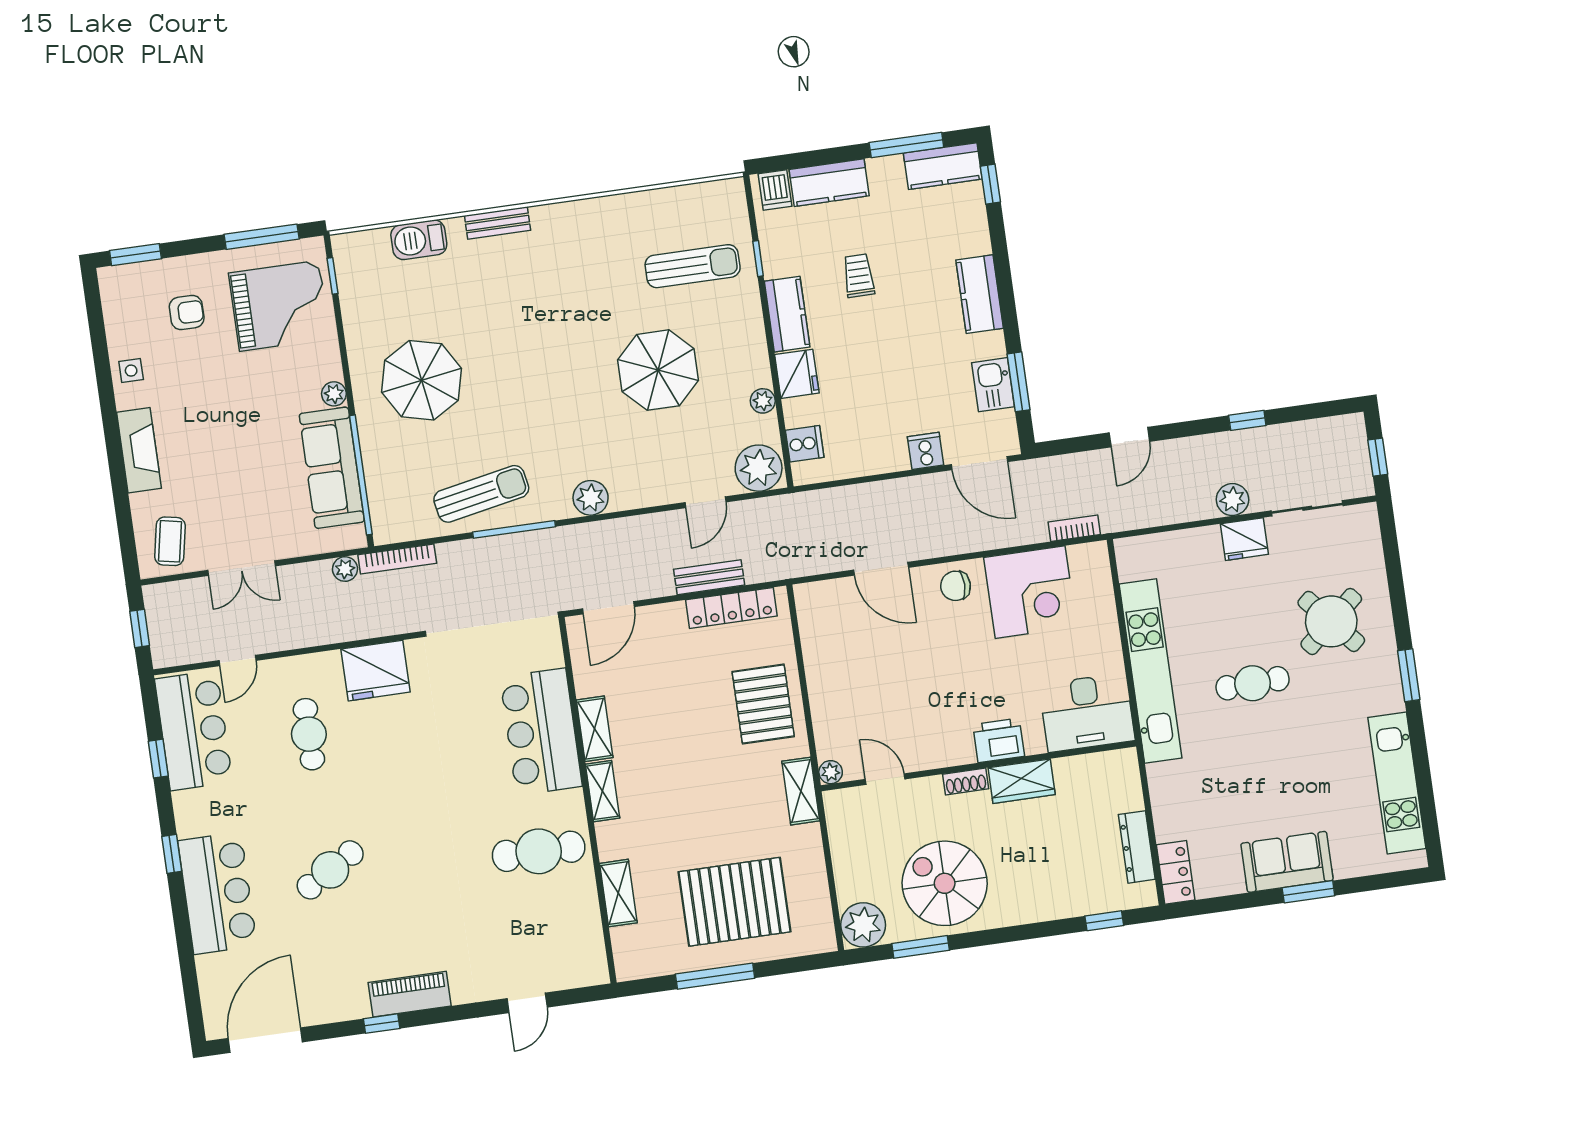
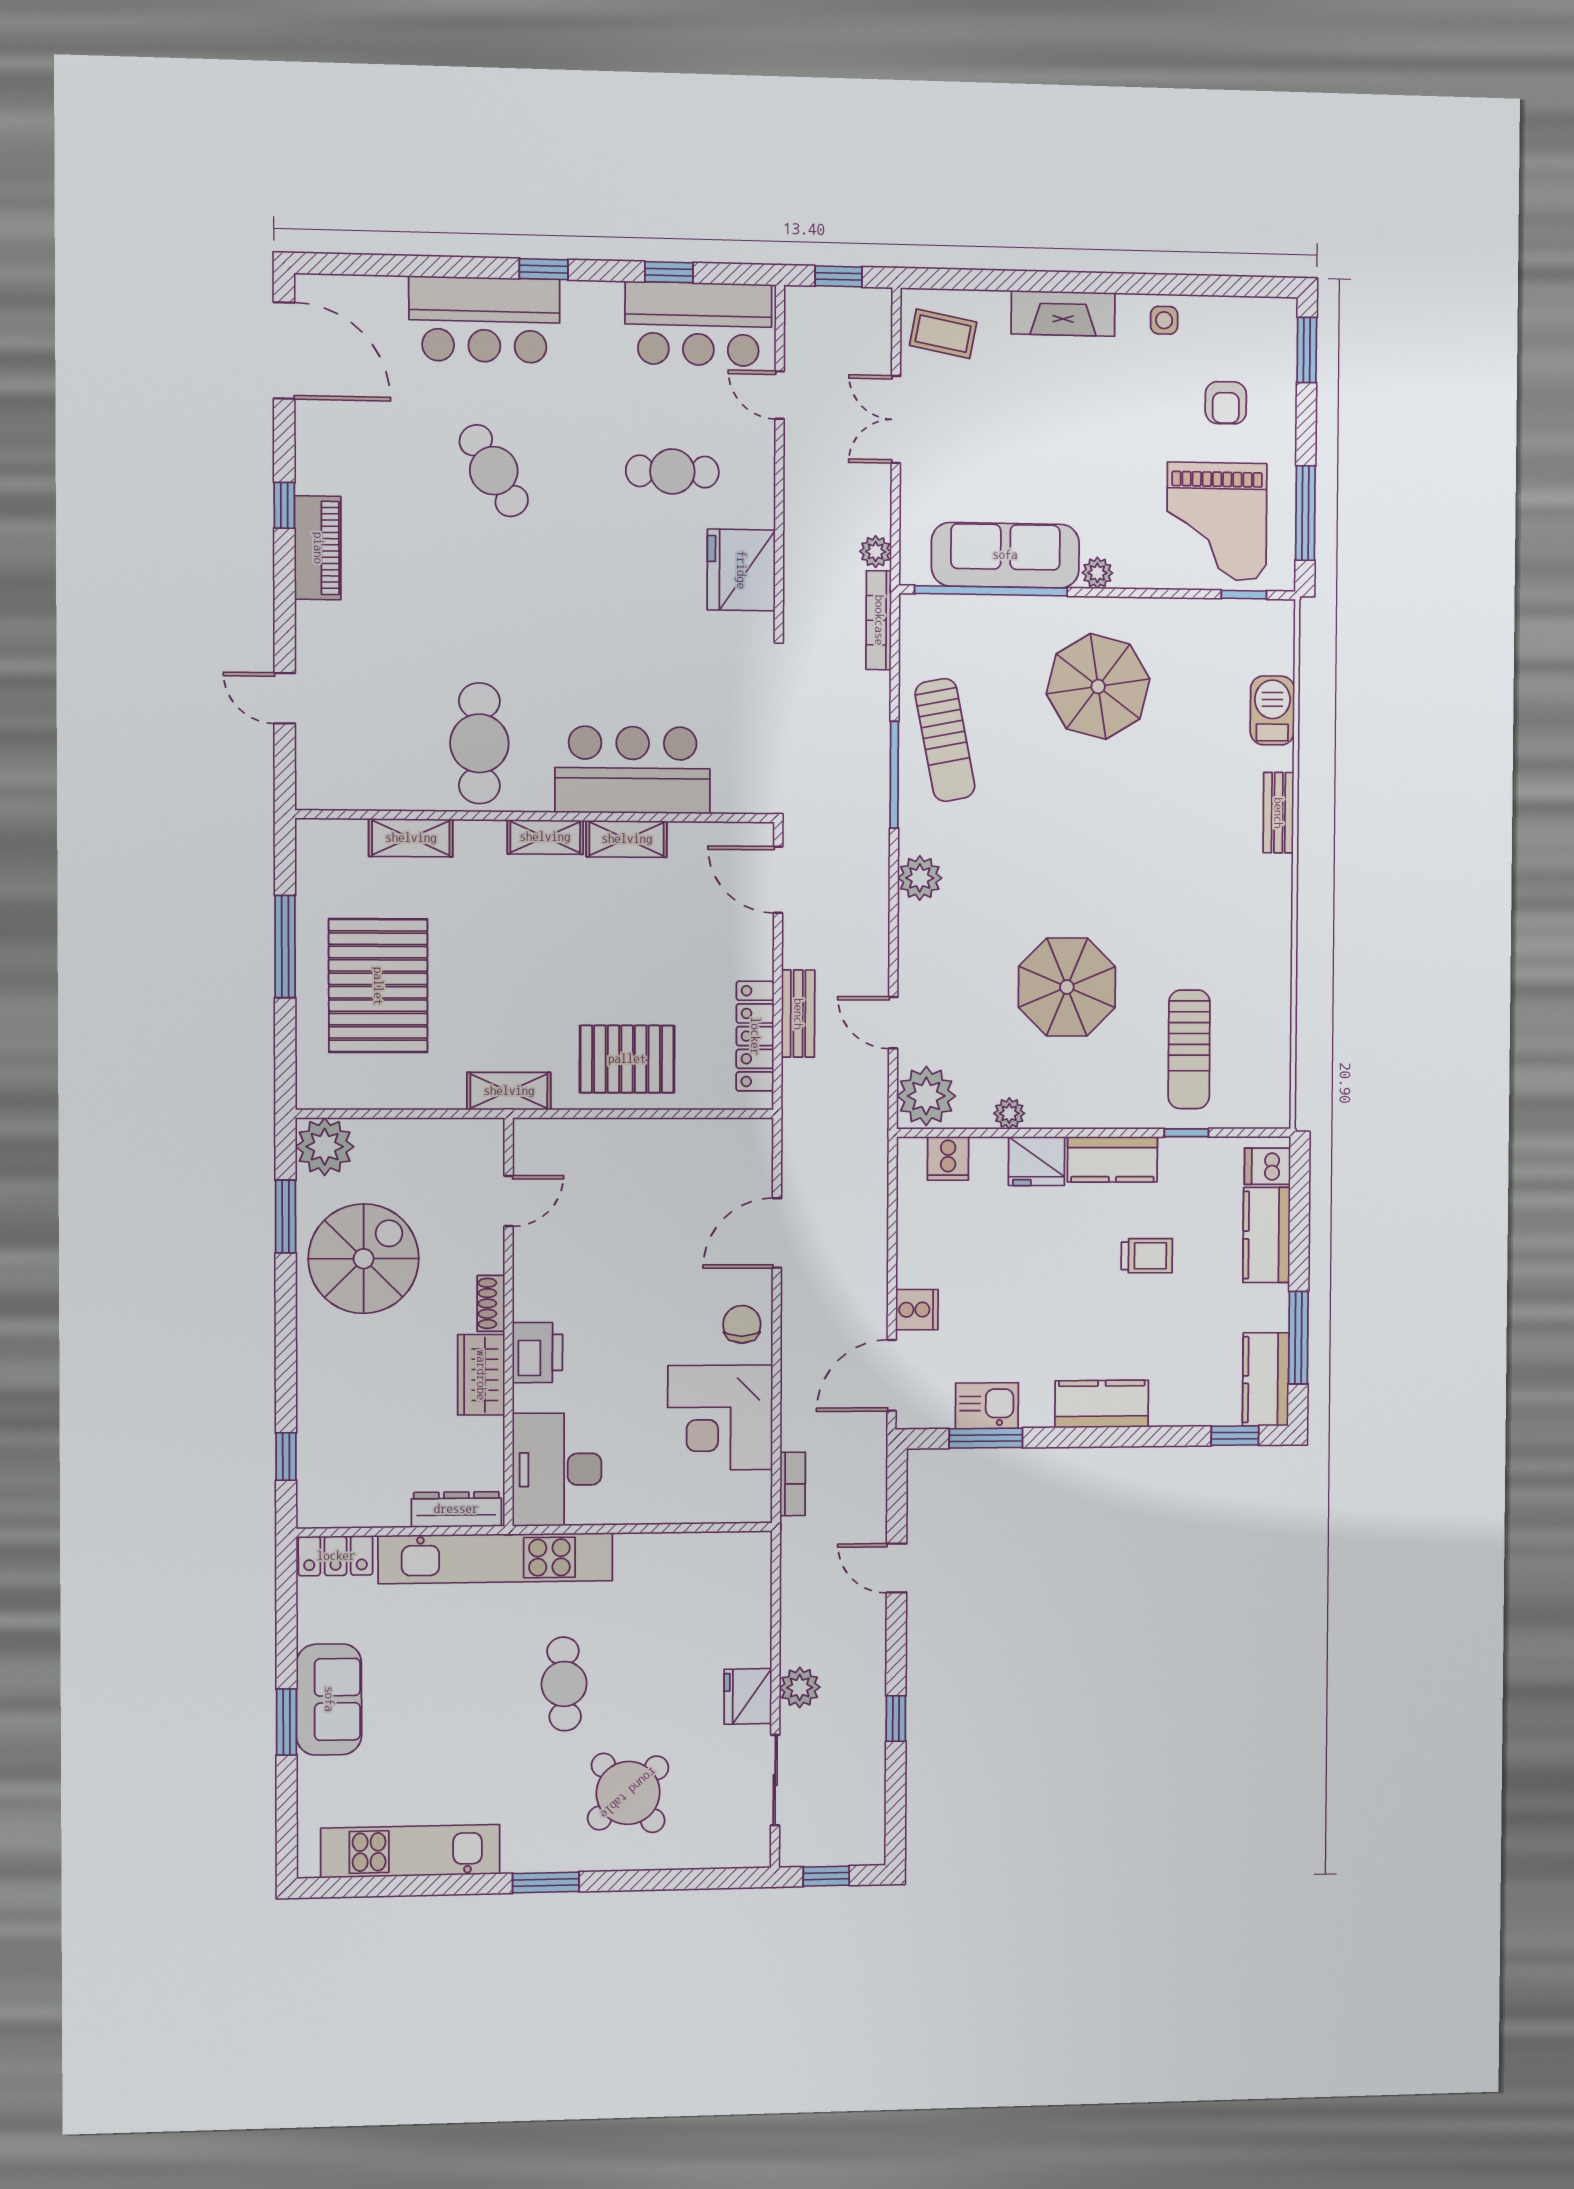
kitchen unit: (1150, 671) -> (496, 1558), moved
plant: (831, 772) -> (528, 1133), removed
dresser: (1137, 847) -> (456, 1509), moved

